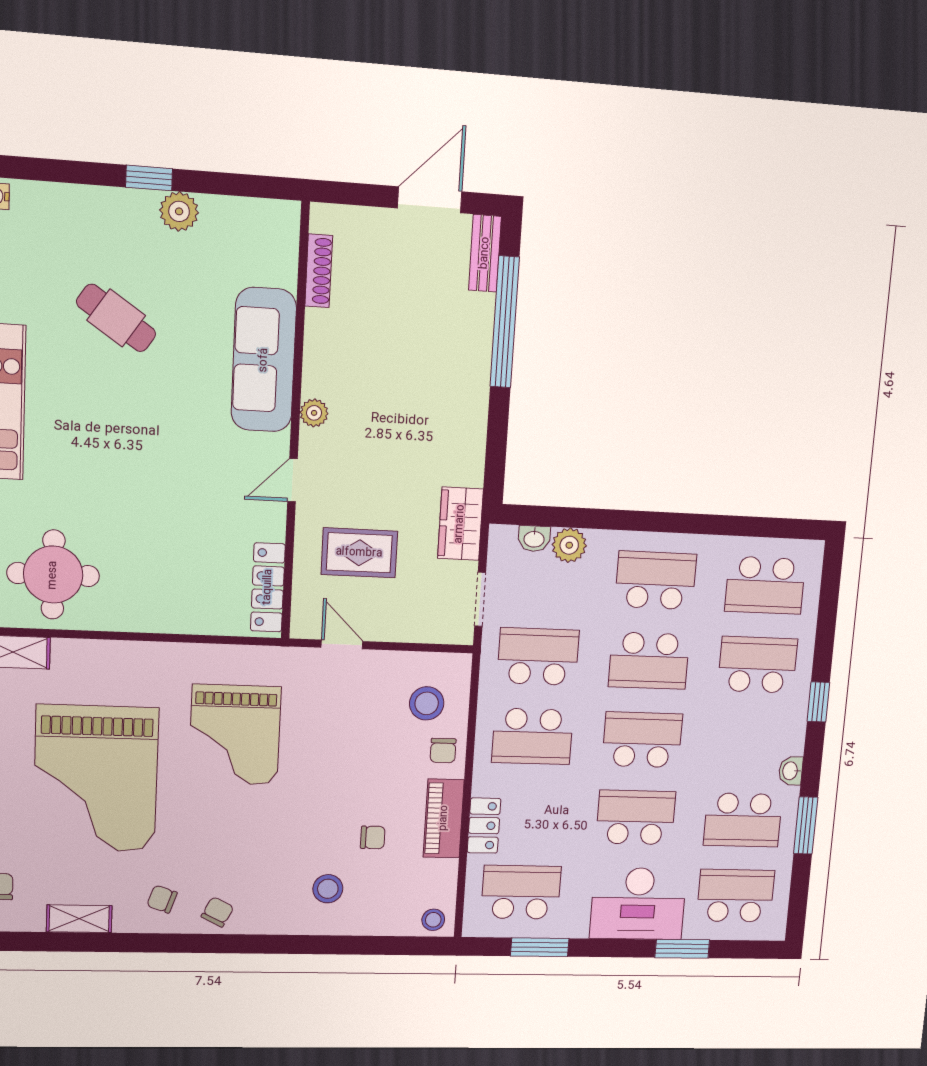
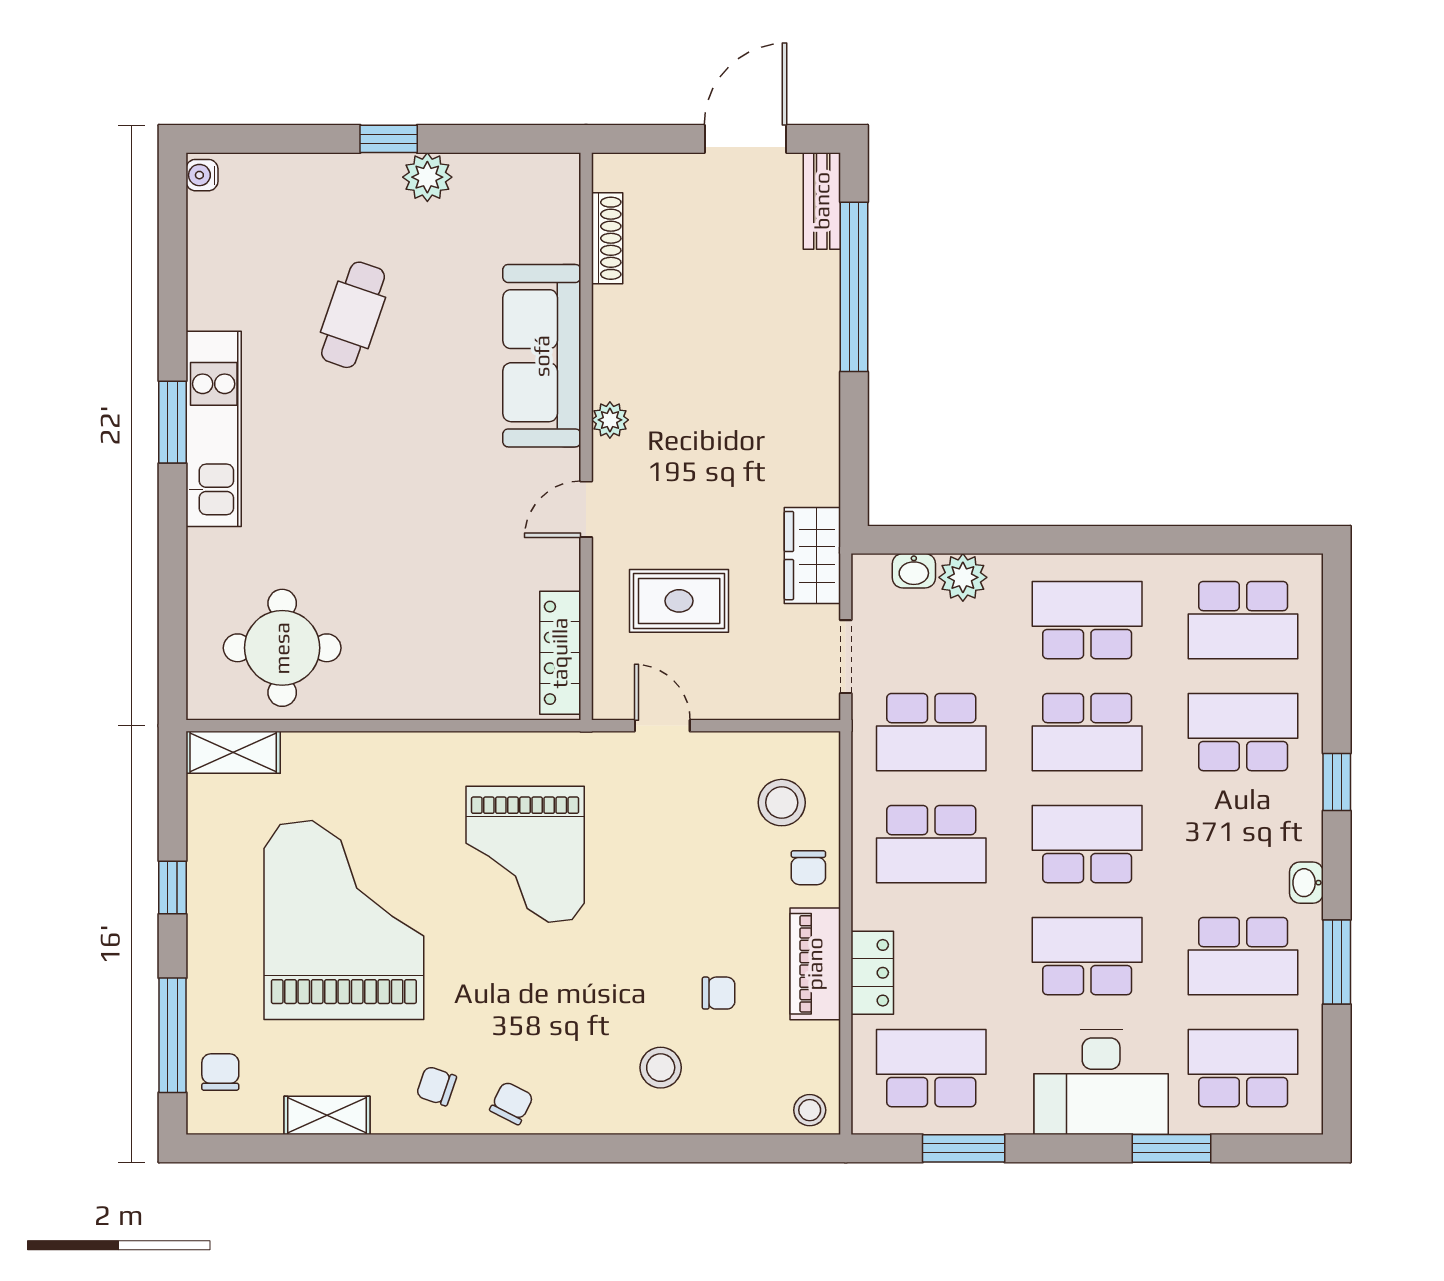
cafe table: (116, 318) -> (353, 315), turned 75
school desk: (538, 657) -> (931, 732), turned 180
grand piano: (96, 779) -> (344, 920), turned 180

